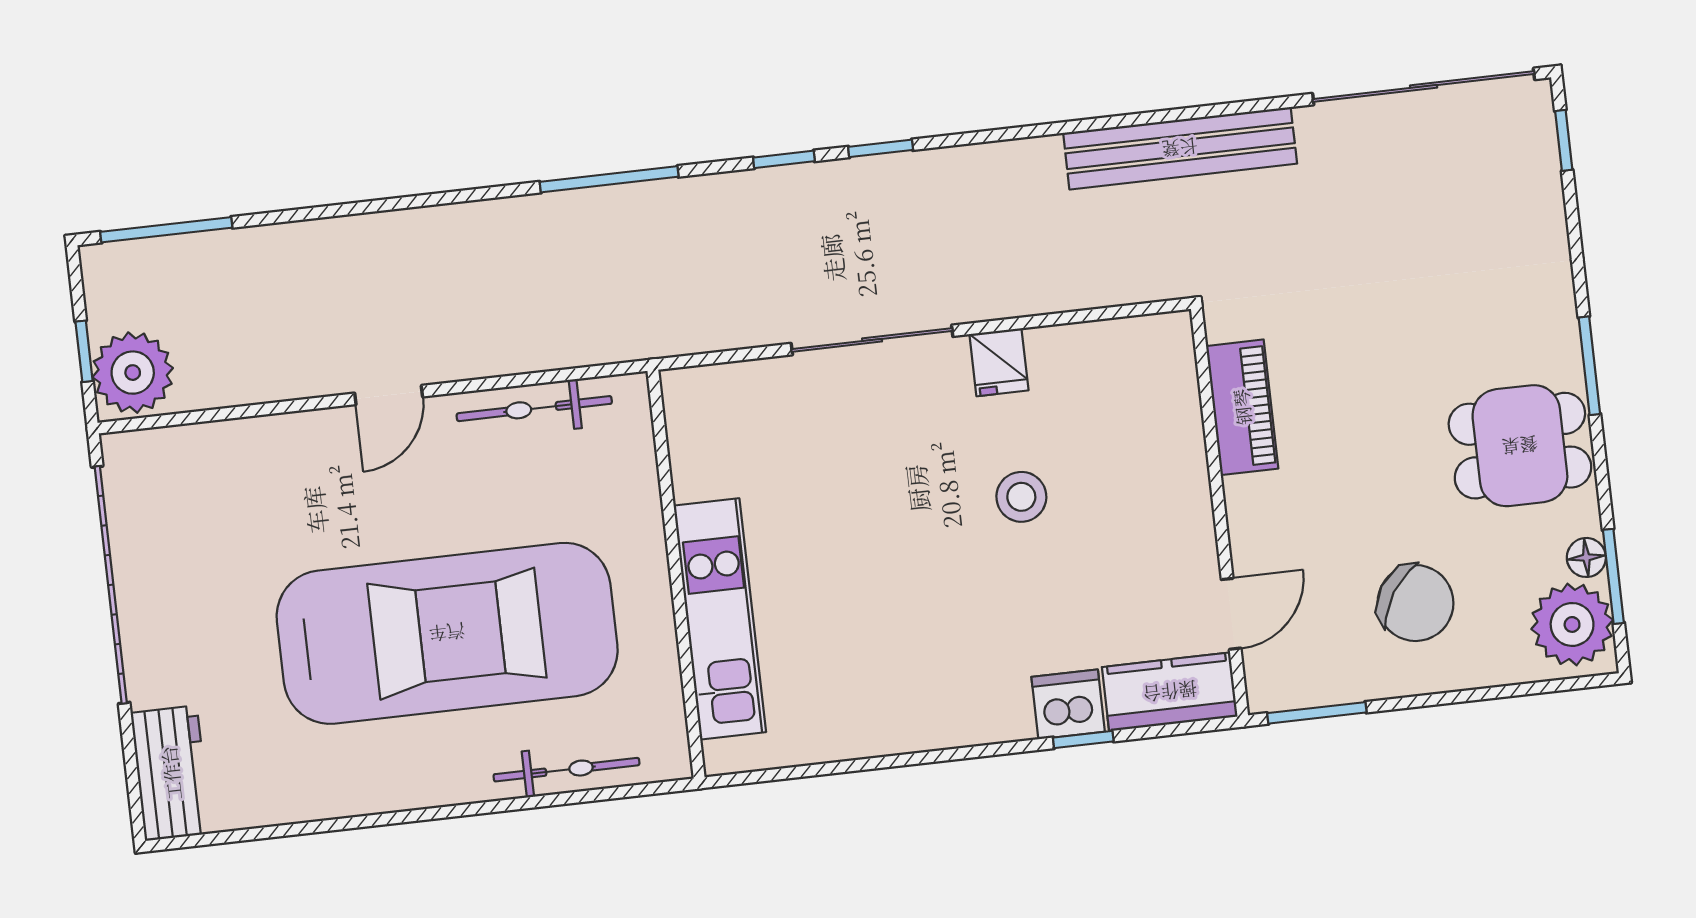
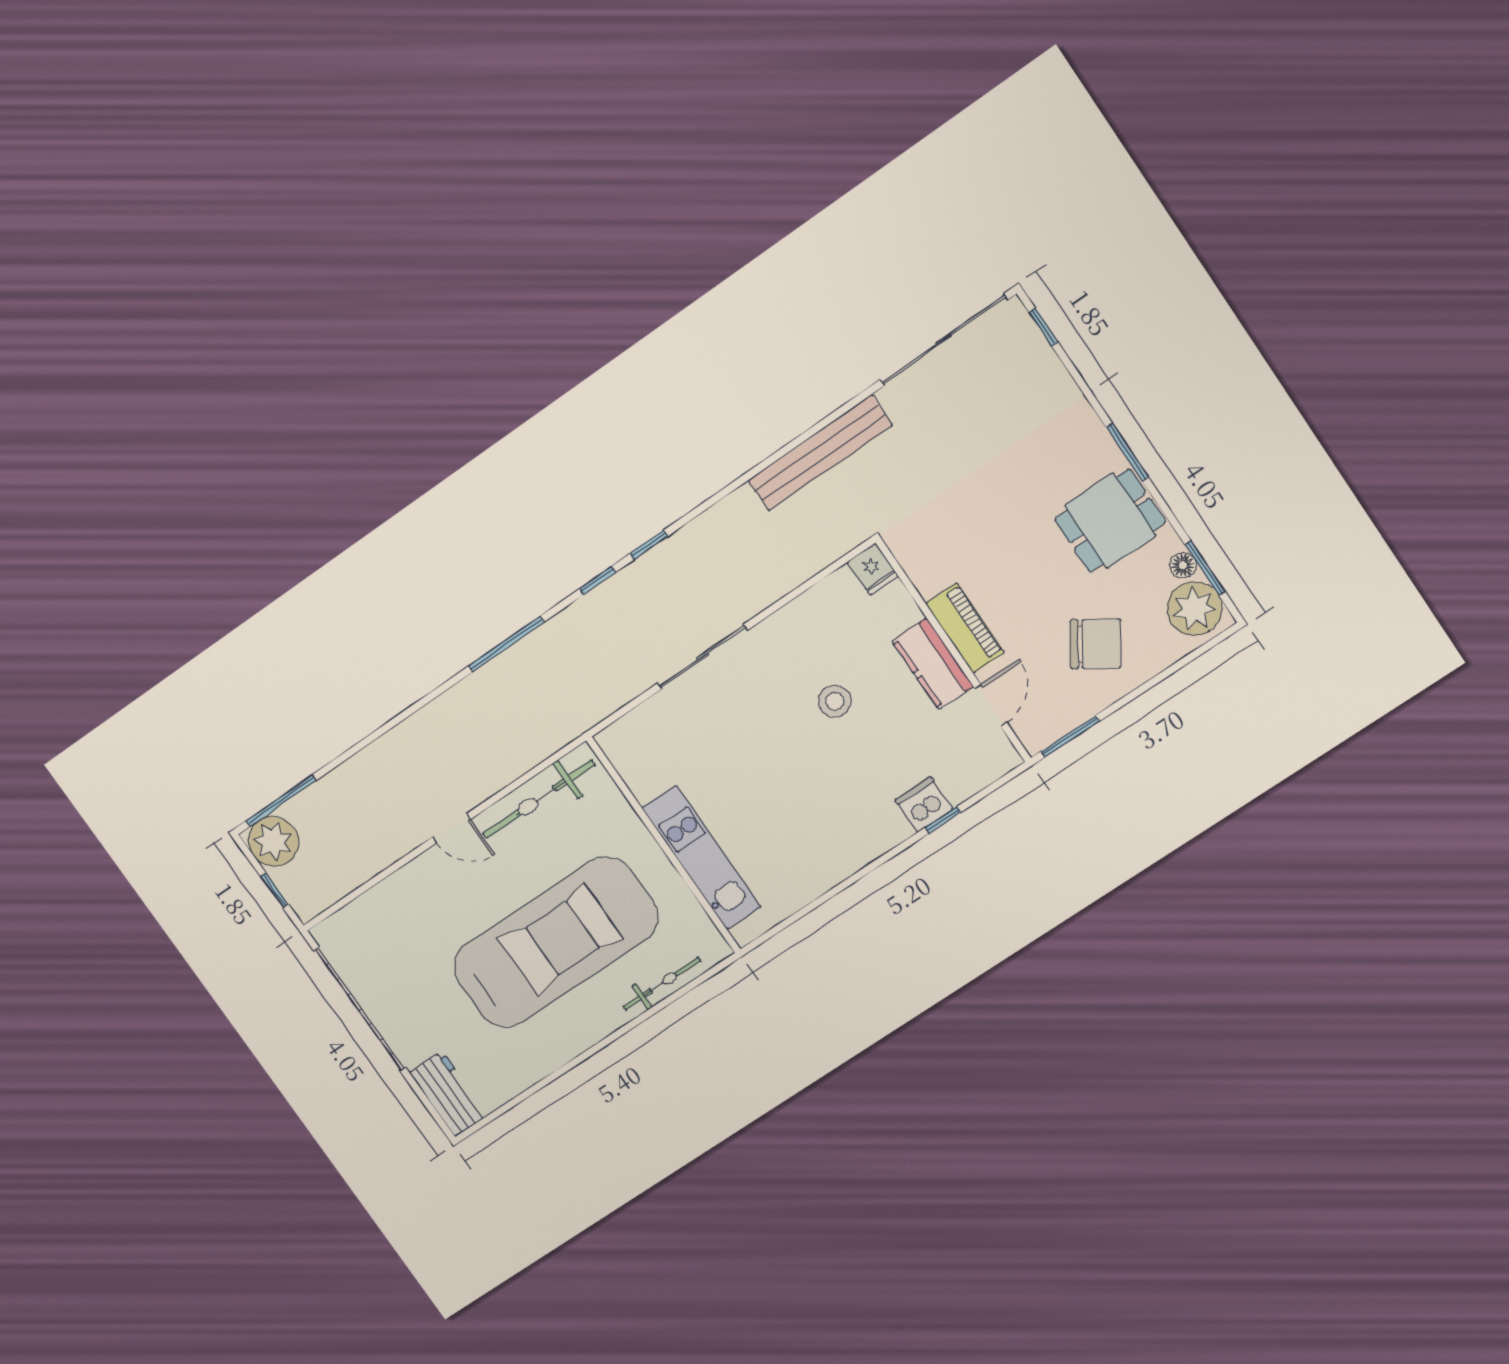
fridge: (999, 362) -> (873, 569), moved
plant: (133, 373) -> (273, 841), moved
door: (389, 395) -> (451, 828), hinge flipped
piano: (1242, 407) -> (965, 628), moved
bicycle: (534, 409) -> (539, 799), width x1.37, depth x1.40
kitchen counter: (1170, 692) -> (933, 664), moved, turned -90

